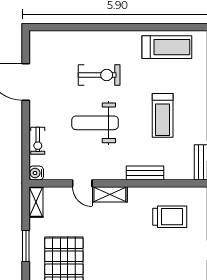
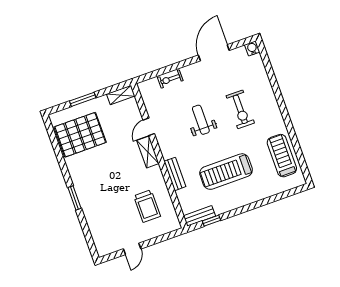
treadmill: (167, 47) -> (282, 156), turned 180
treadmill: (163, 115) -> (226, 172), width x1.37, depth x1.38
weight bench: (95, 123) -> (201, 120), width x0.73, depth x0.75
water cooler: (36, 173) -> (252, 48), moved

